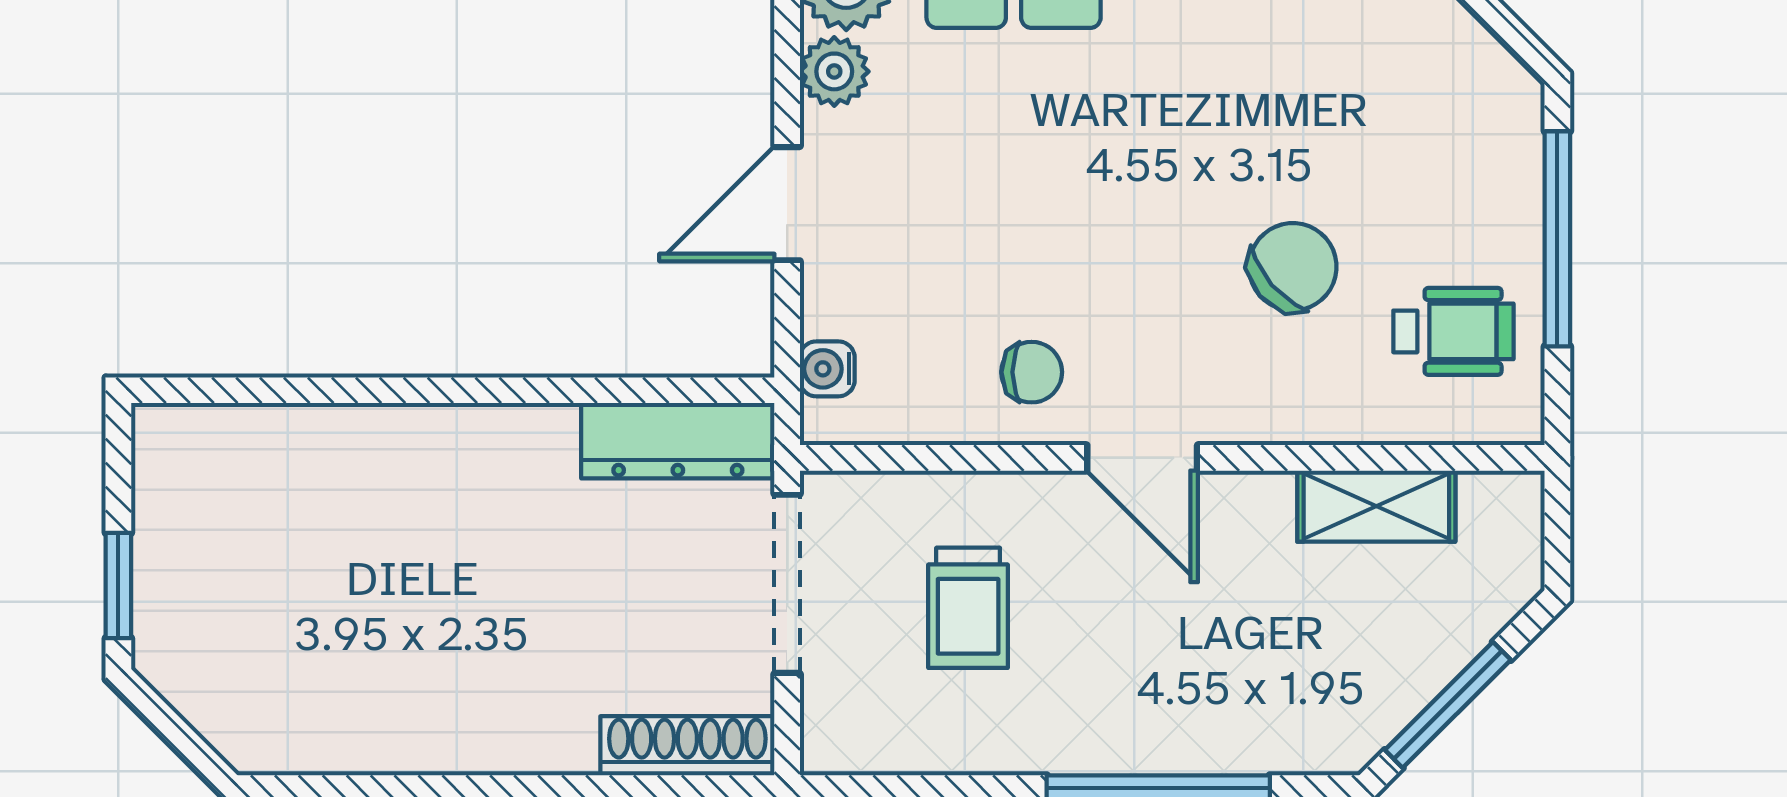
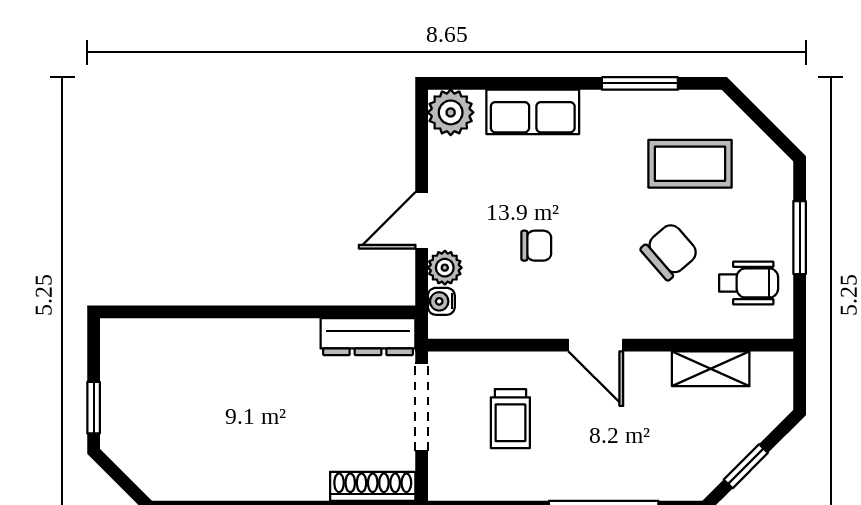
plant: (834, 71) -> (445, 268), moved
coffee table: (1334, 88) -> (690, 164), added
window: (1557, 239) -> (800, 238), width x0.69
chair: (1032, 372) -> (536, 246), moved
window: (1448, 705) -> (746, 466), width x0.67

